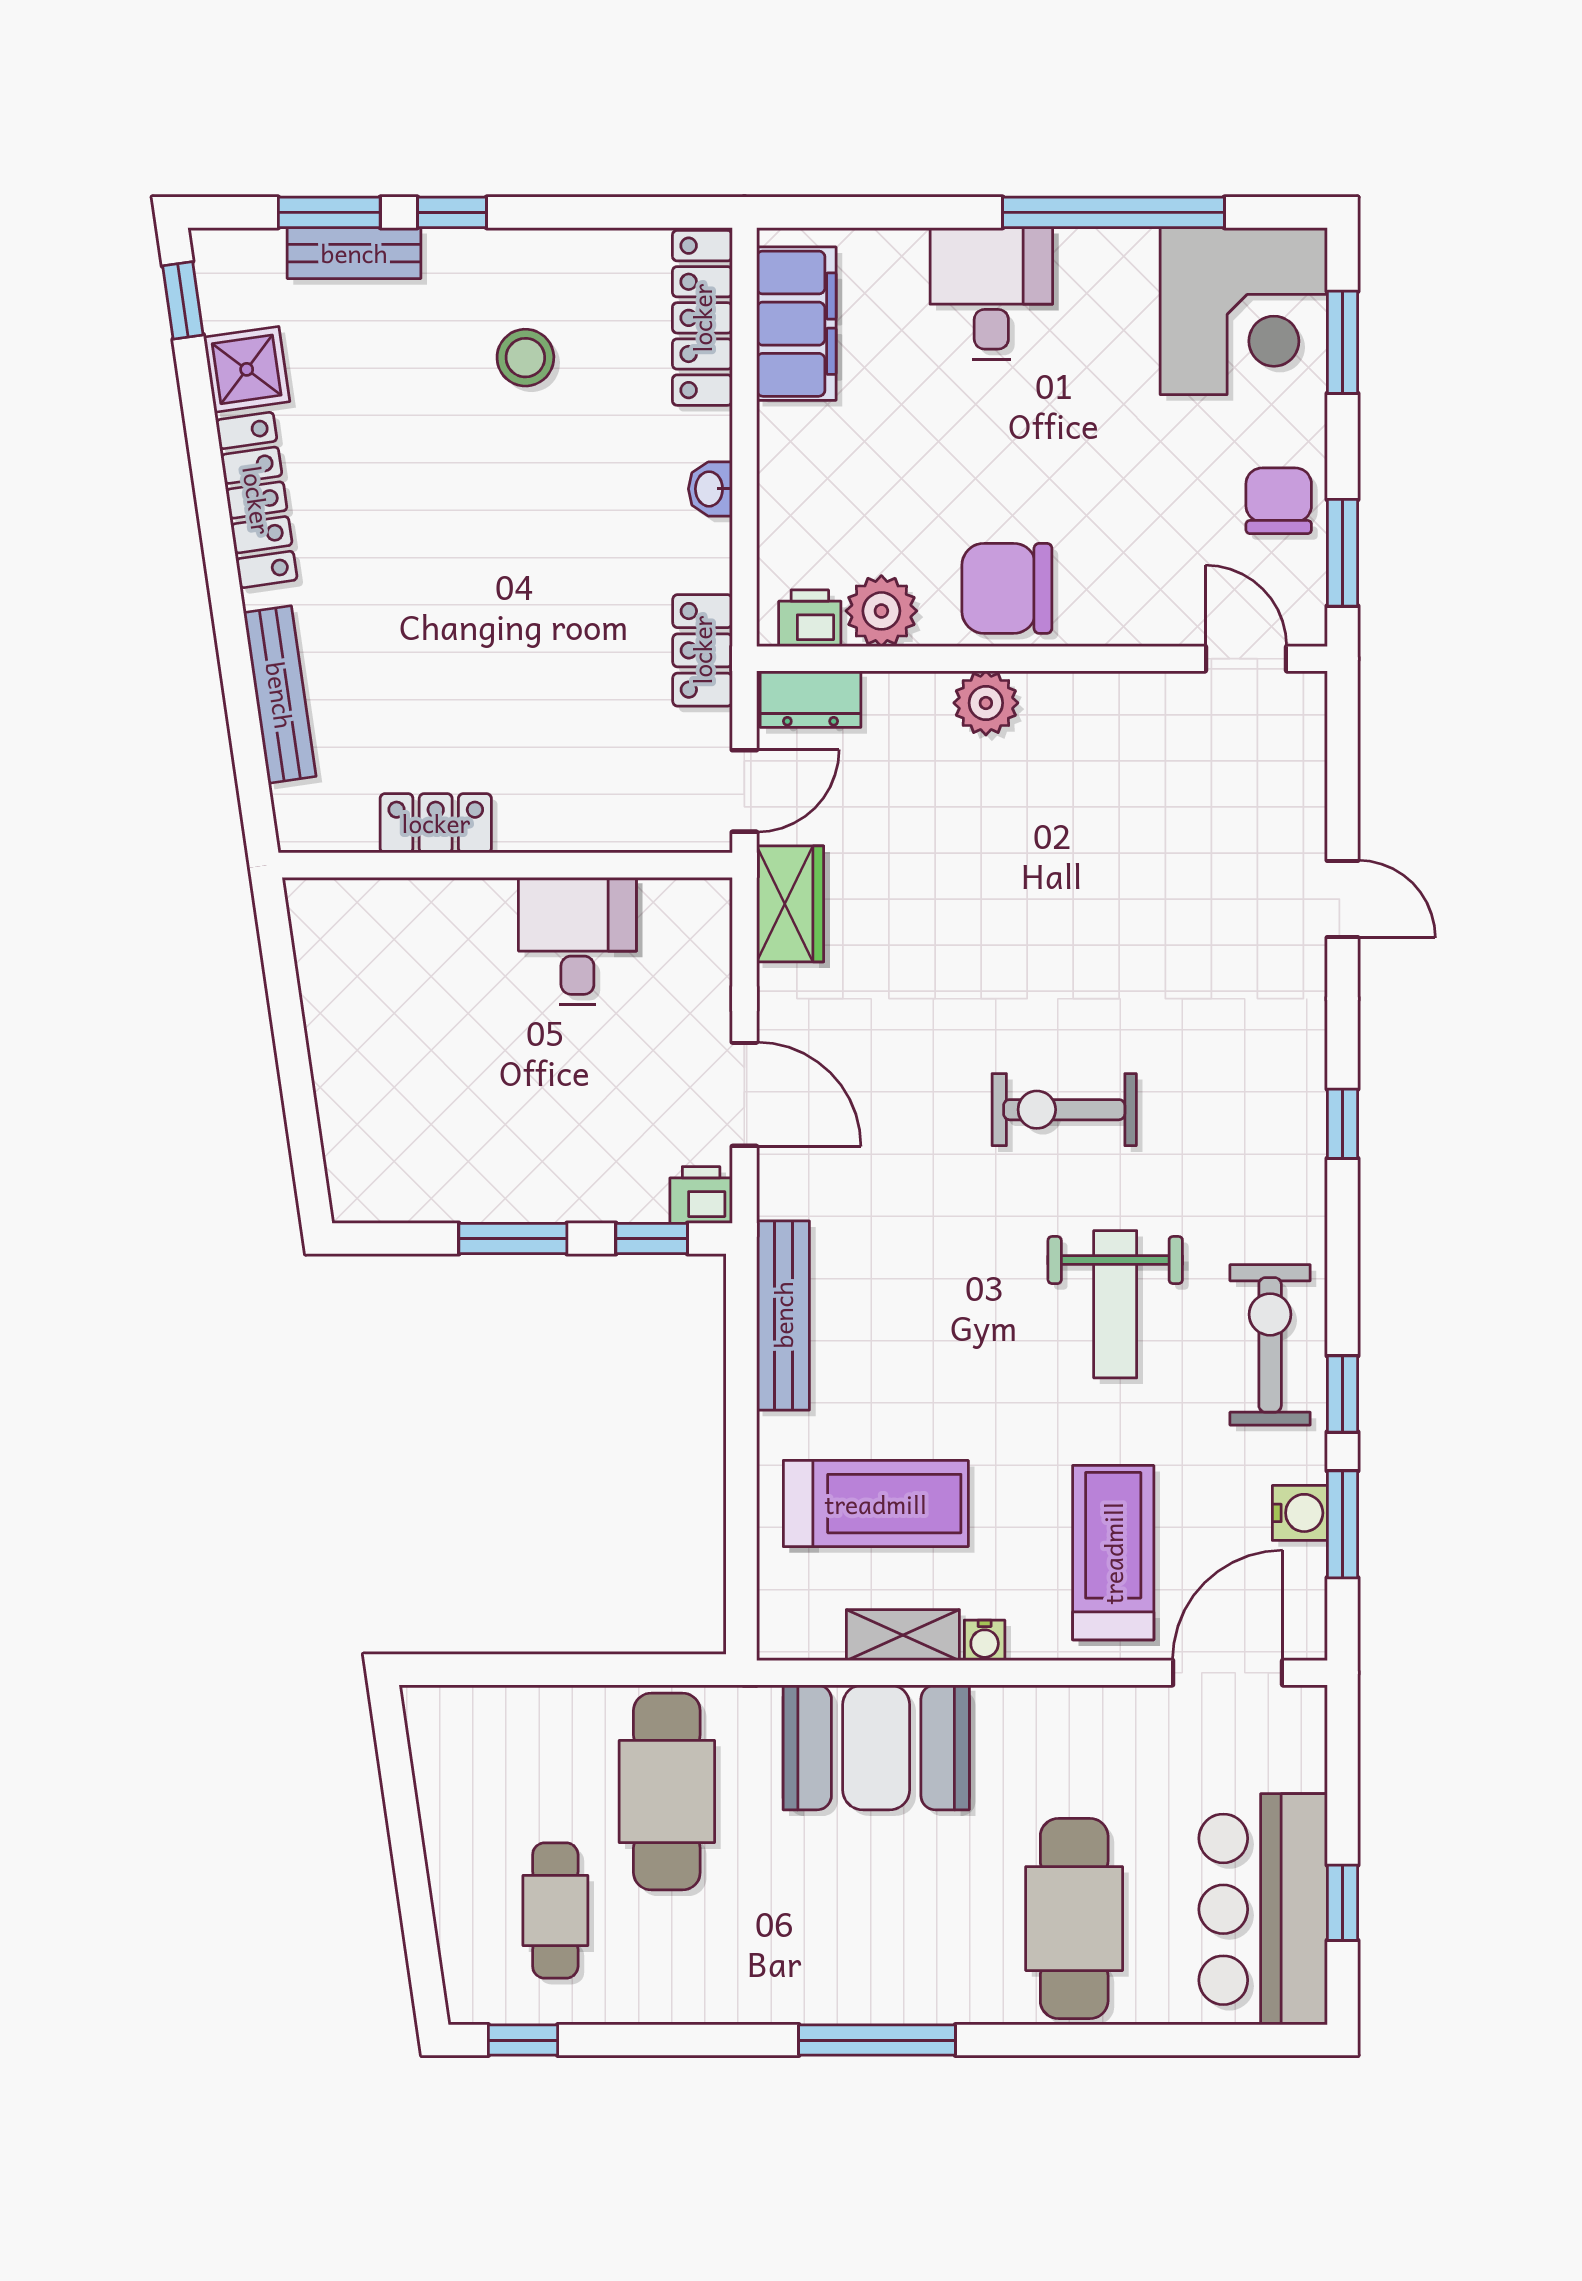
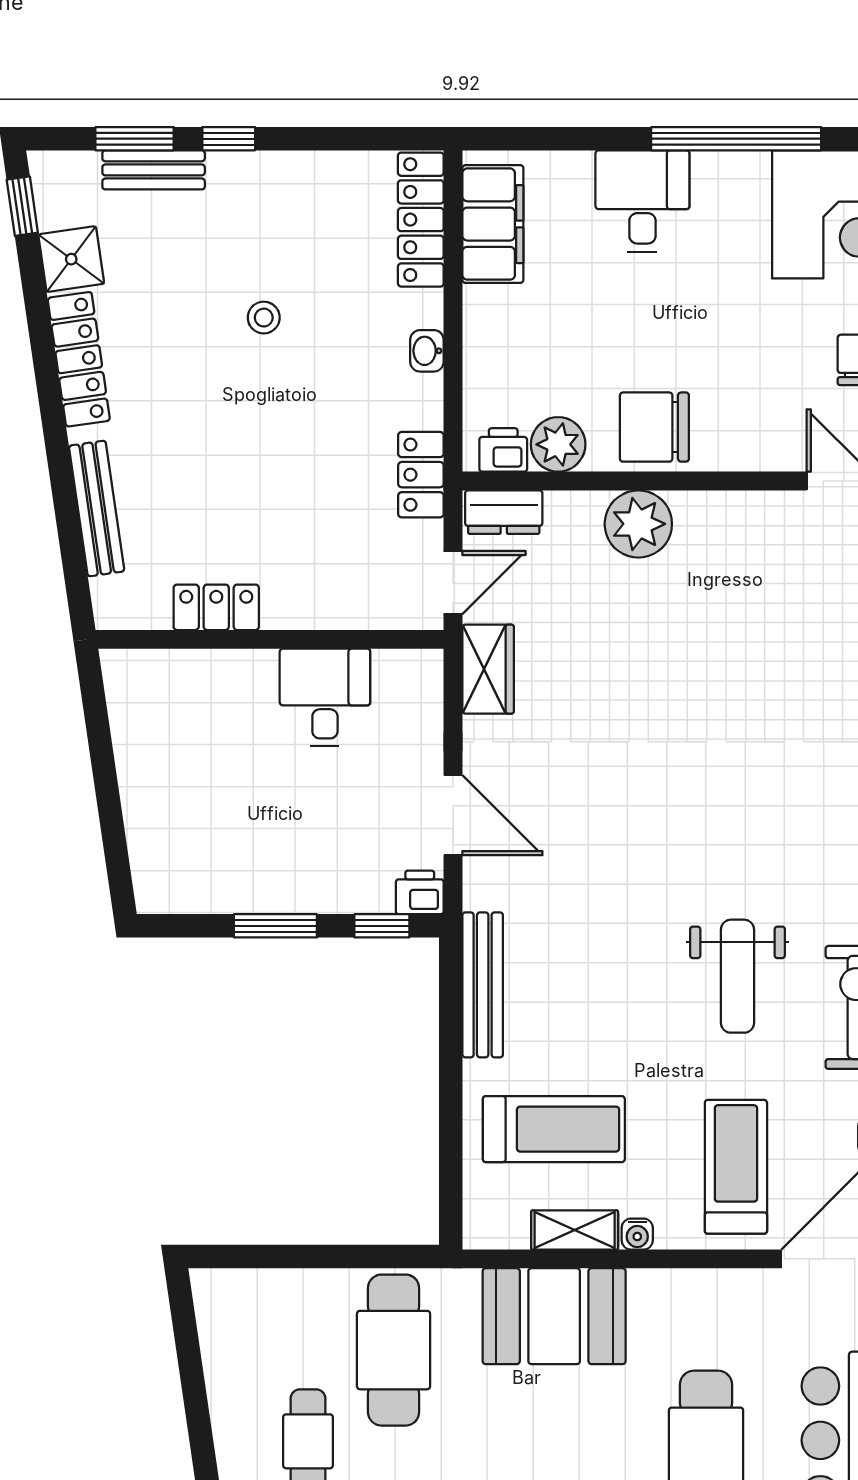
stool: (525, 358) -> (264, 318), moved, width x0.73, depth x0.73
plant: (986, 703) -> (638, 524), width x1.36, depth x1.36
exercise bike: (1064, 1110) -> (698, 827), removed

